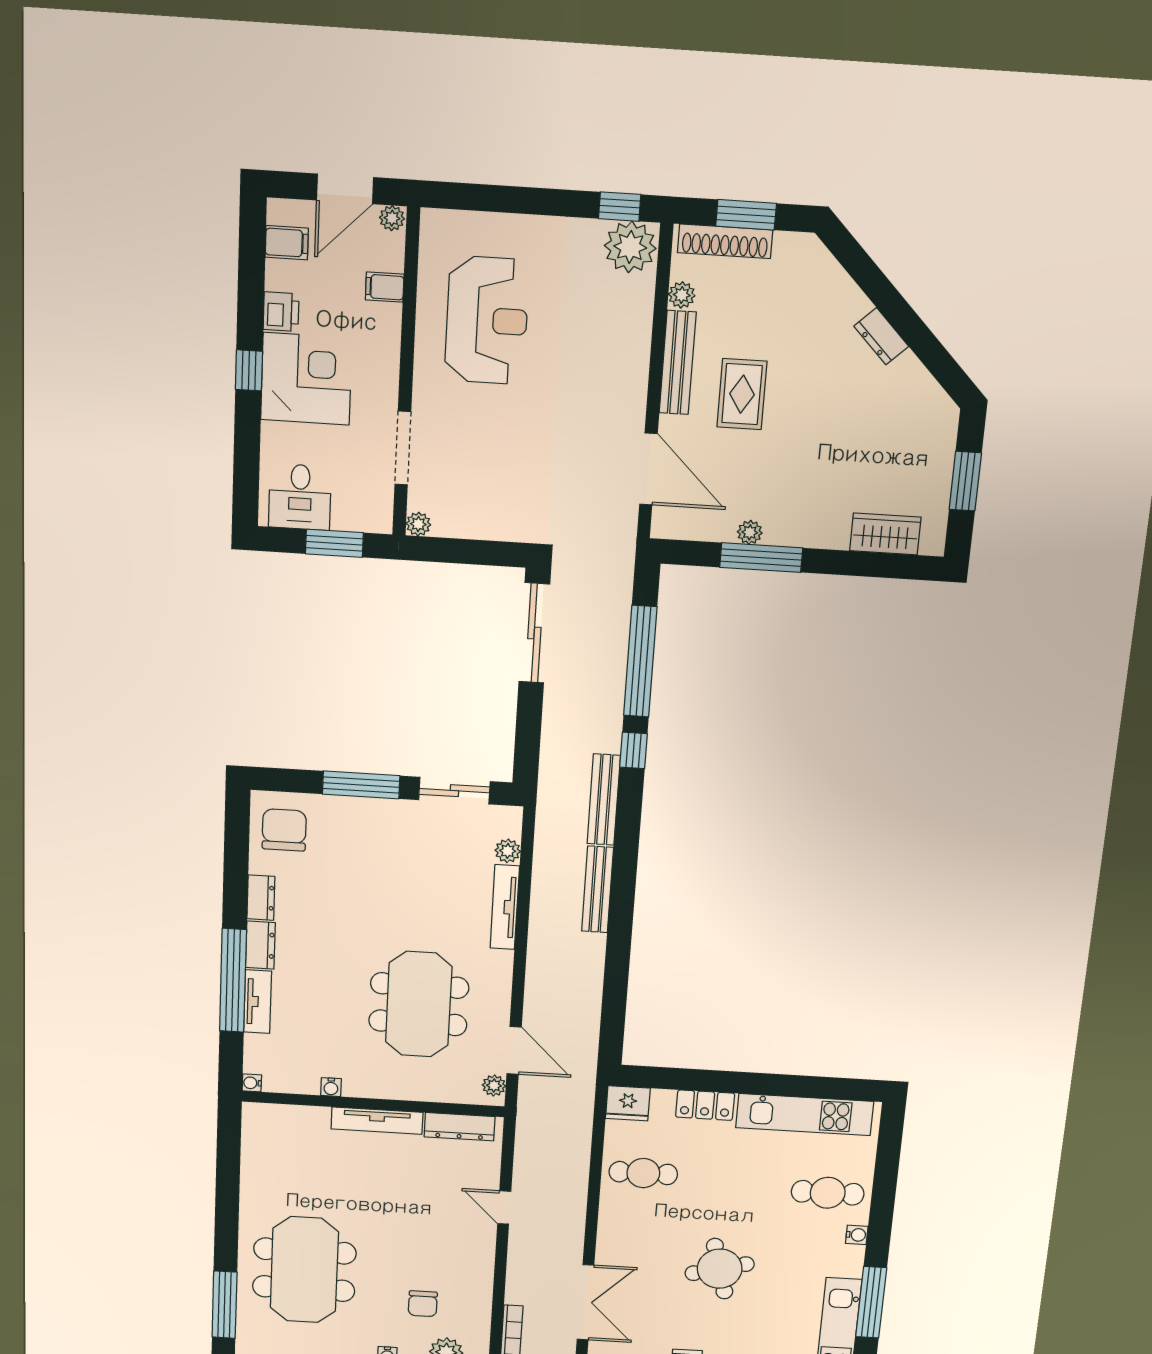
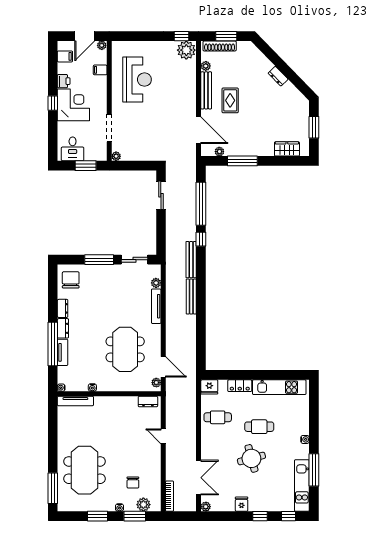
plant: (750, 532) -> (219, 152), moved
sliding door: (534, 633) -> (161, 195), width x0.73
tv unit: (377, 1121) -> (75, 401), moved
dresser: (460, 1127) -> (148, 402), width x0.70
cafe table: (828, 1193) -> (259, 427), moved

